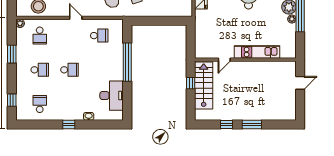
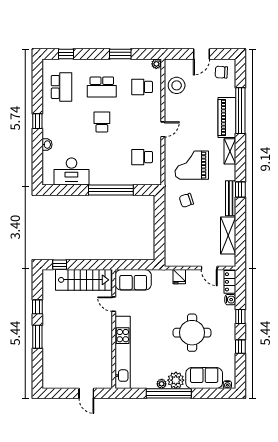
school desk: (99, 36) -> (142, 157), turned 90
sofa: (204, 43) -> (133, 280), added
kitchen unit: (257, 52) -> (123, 352), width x1.36
school desk: (40, 70) -> (102, 87), width x1.85
school desk: (69, 70) -> (102, 122), turned 180
window: (191, 83) -> (60, 265), moved
school desk: (40, 104) -> (62, 87), width x1.85

